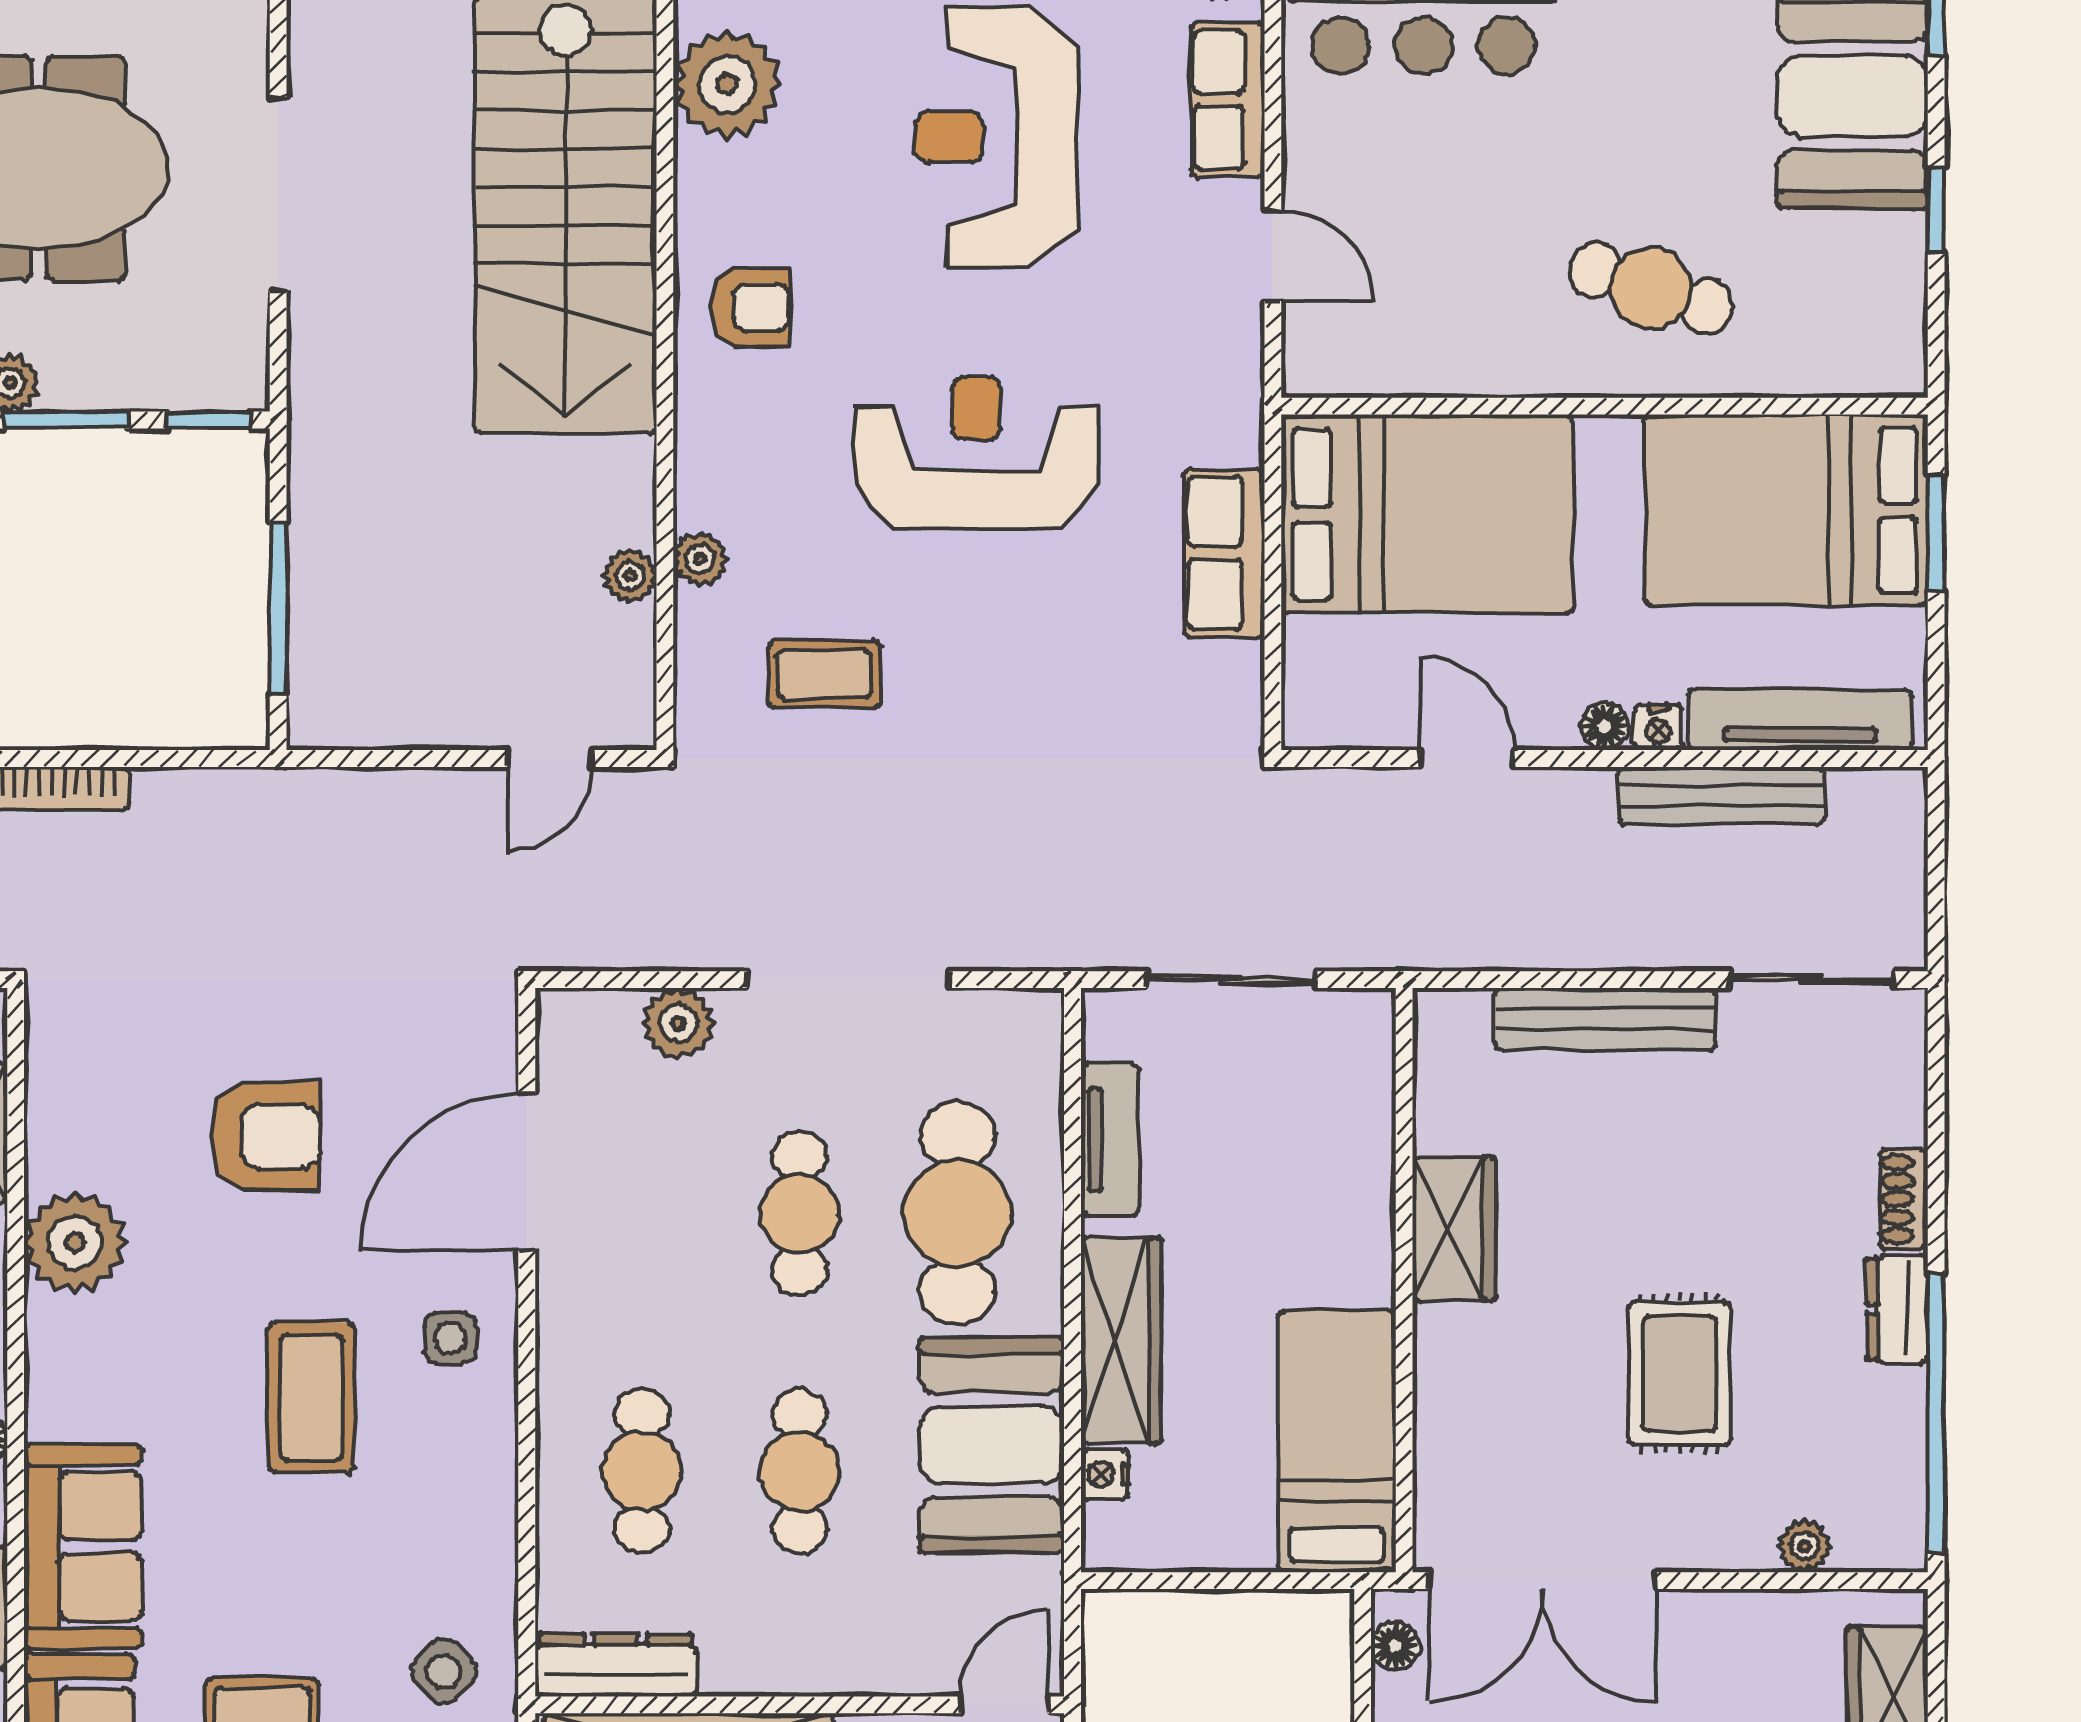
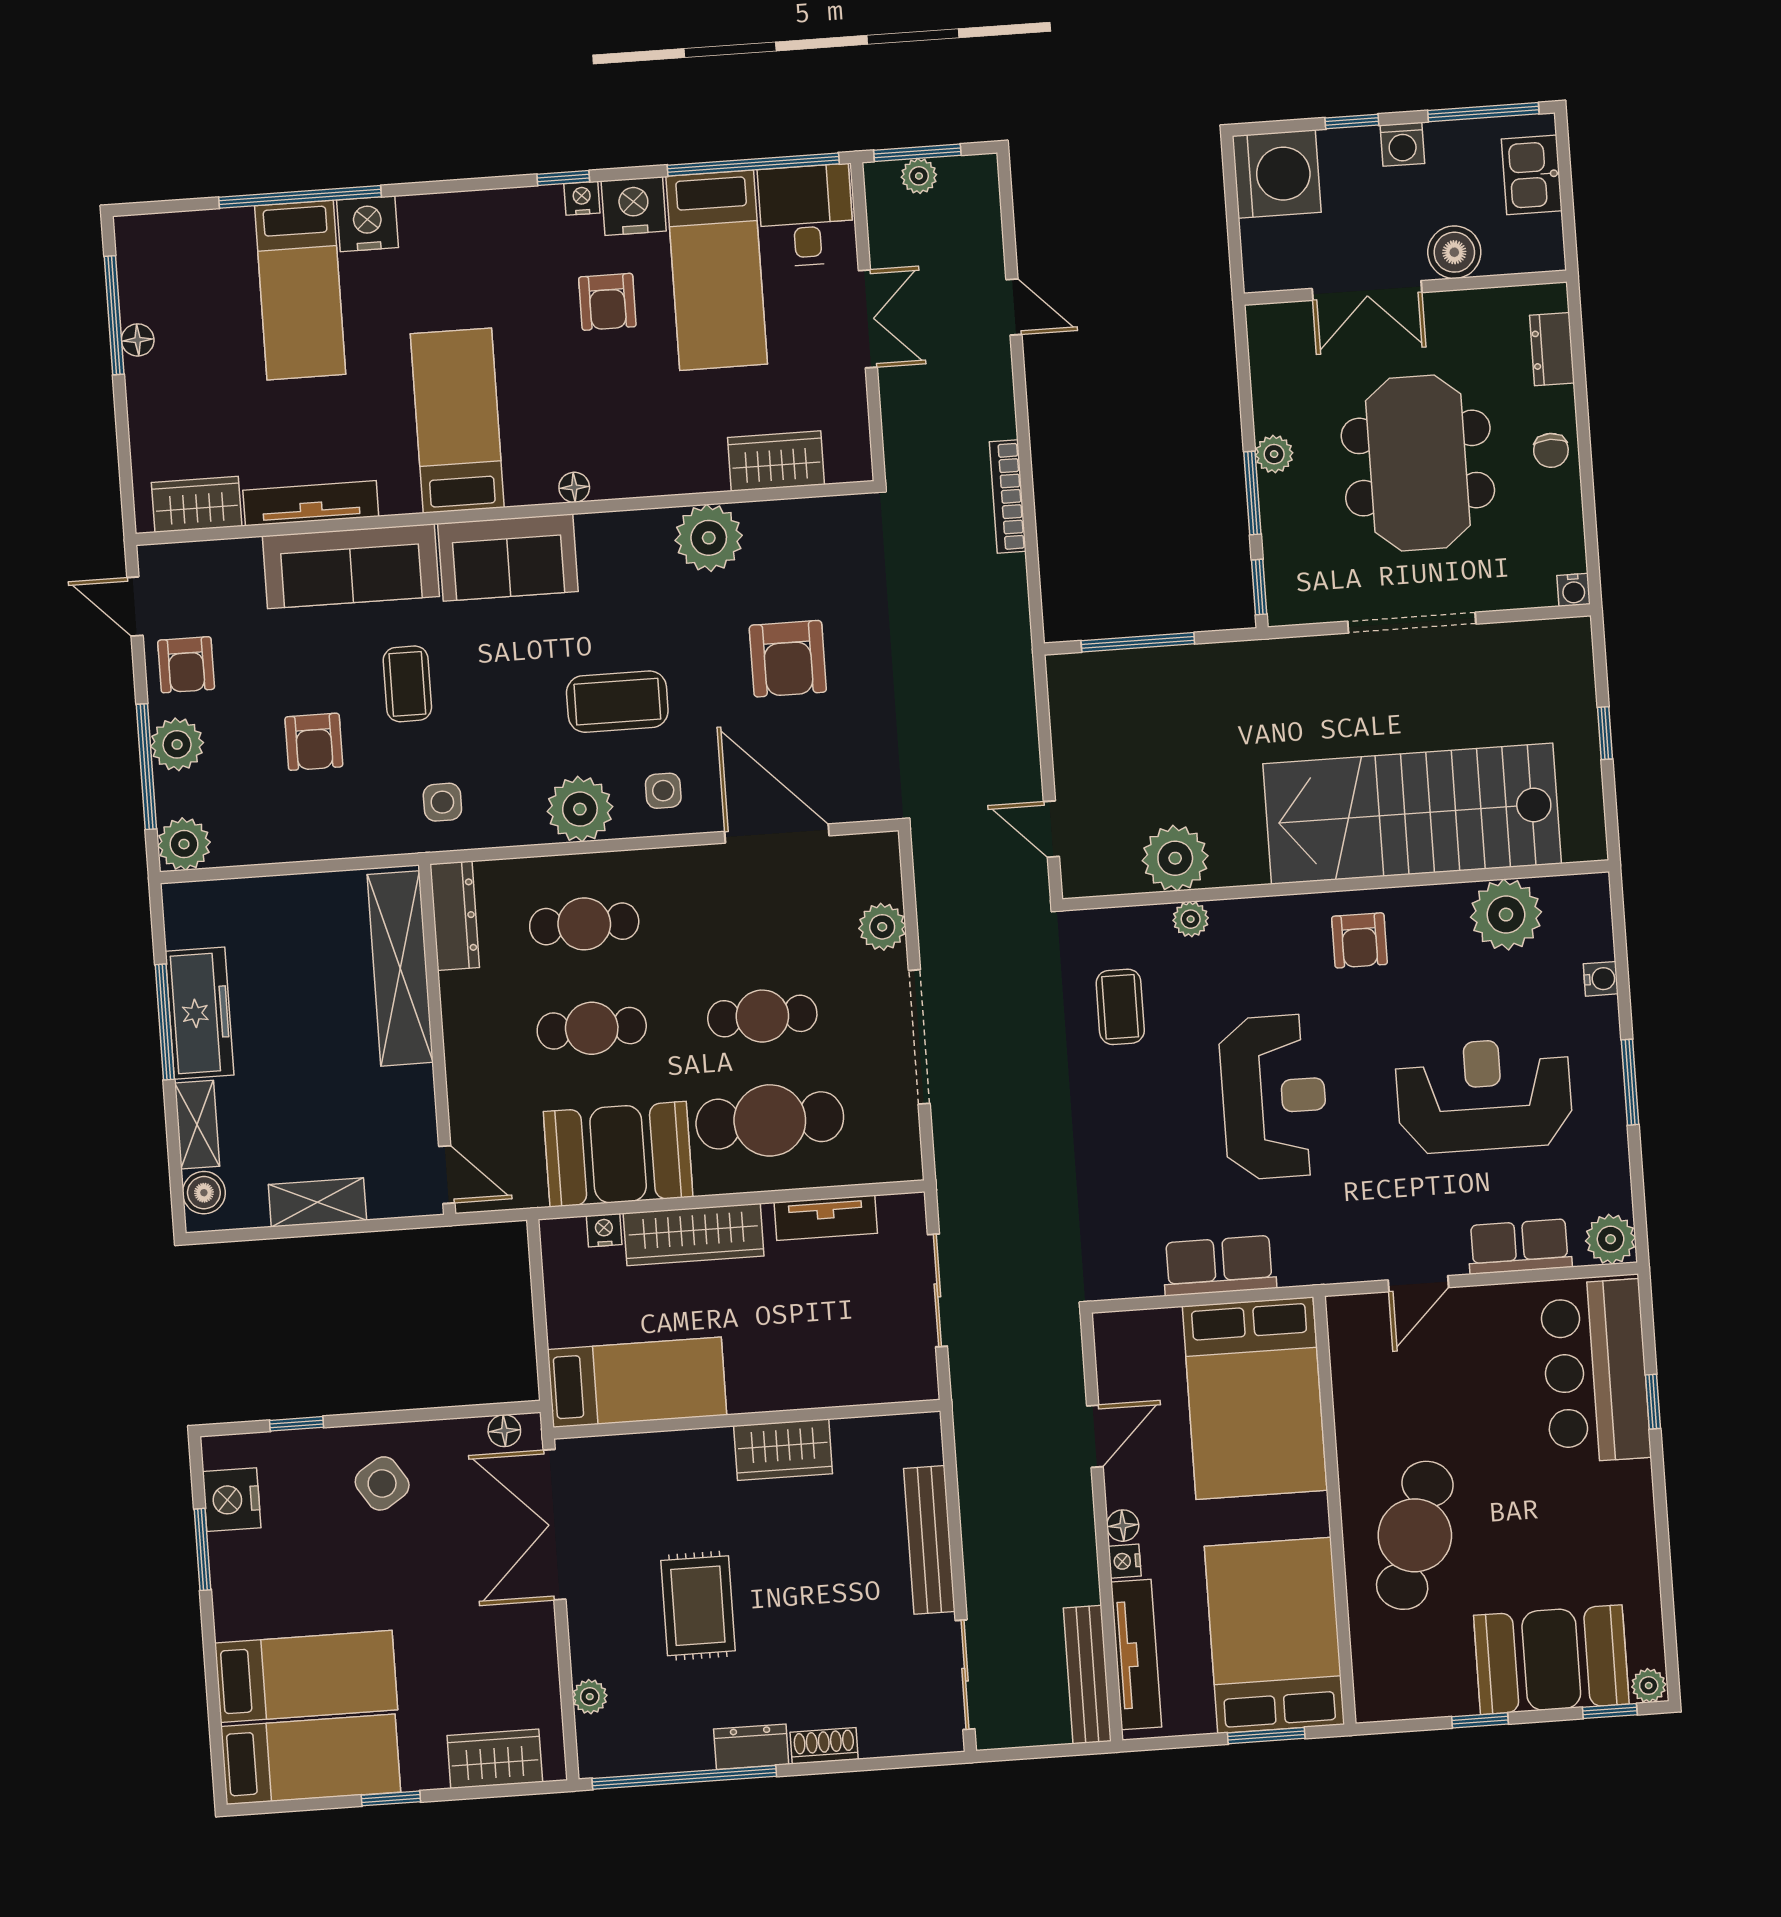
cafe table: (1651, 288) -> (1415, 1535), width x1.37, depth x1.35
plant: (630, 576) -> (1175, 858), width x1.88, depth x1.88
bench: (1721, 796) -> (1087, 1675), moved
rug: (1679, 1374) -> (698, 1606), turned 90
plant: (469, 1465) -> (580, 809), added
side table: (444, 1671) -> (442, 802), turned 45

